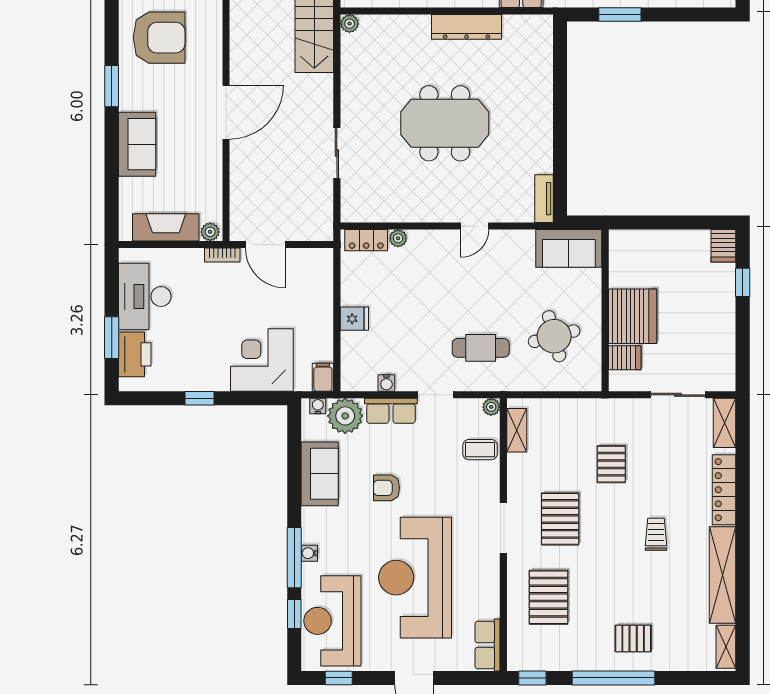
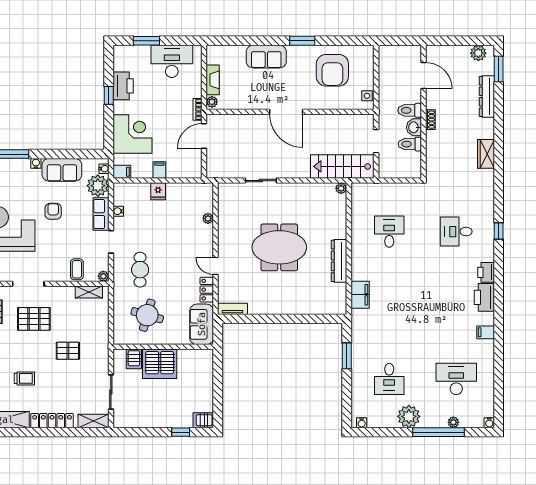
meeting table: (445, 123) -> (279, 247), turned 90
fireplace: (166, 227) -> (213, 80), width x0.73, depth x0.76
locker: (366, 240) -> (207, 290), moved
filing cabinet: (320, 317) -> (159, 170), added
round table: (554, 336) -> (147, 315), turned 31
printer: (135, 354) -> (123, 86), moved, turned -90
water cooler: (309, 553) -> (36, 163), moved

